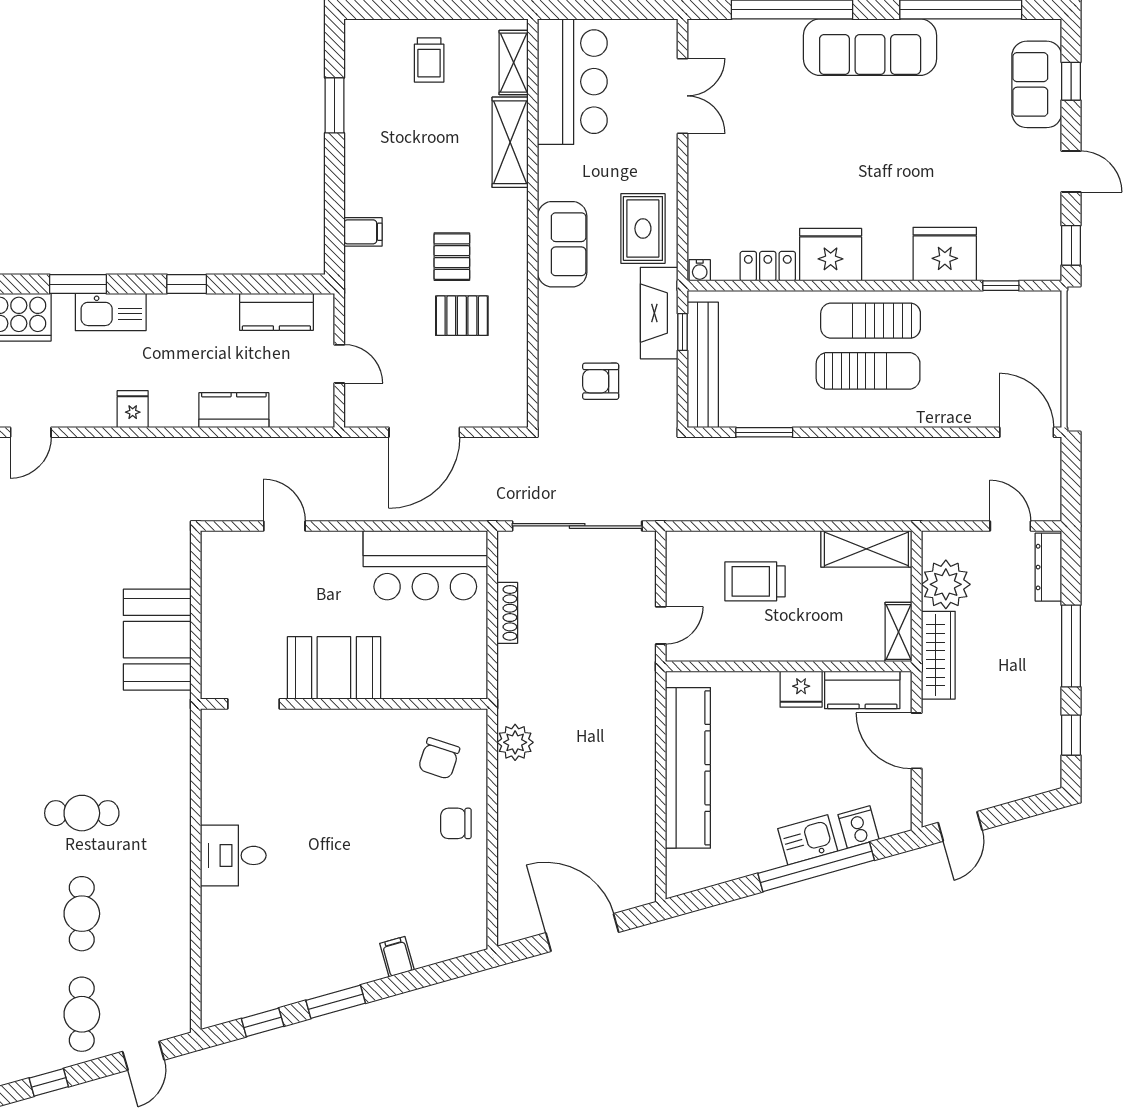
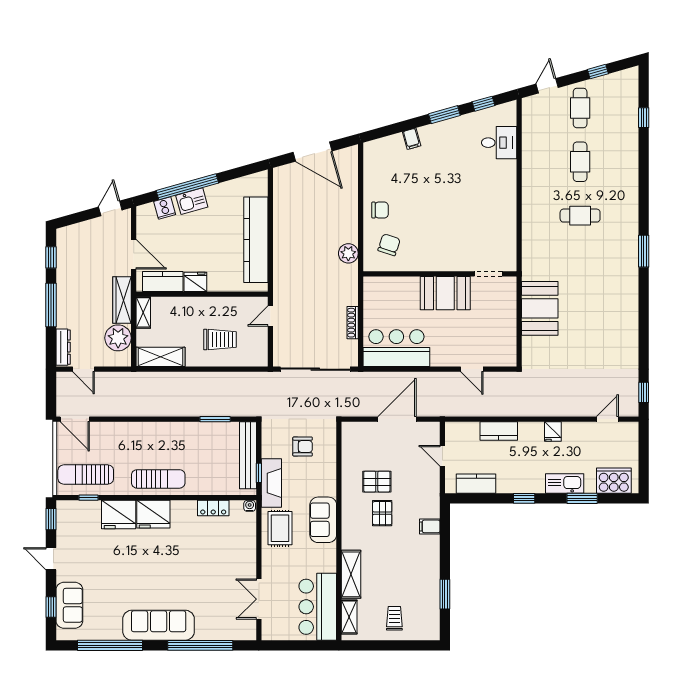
fridge: (831, 255) -> (153, 514), moved
sun lounger: (868, 371) -> (86, 475), moved
desk: (233, 855) -> (499, 143), moved

